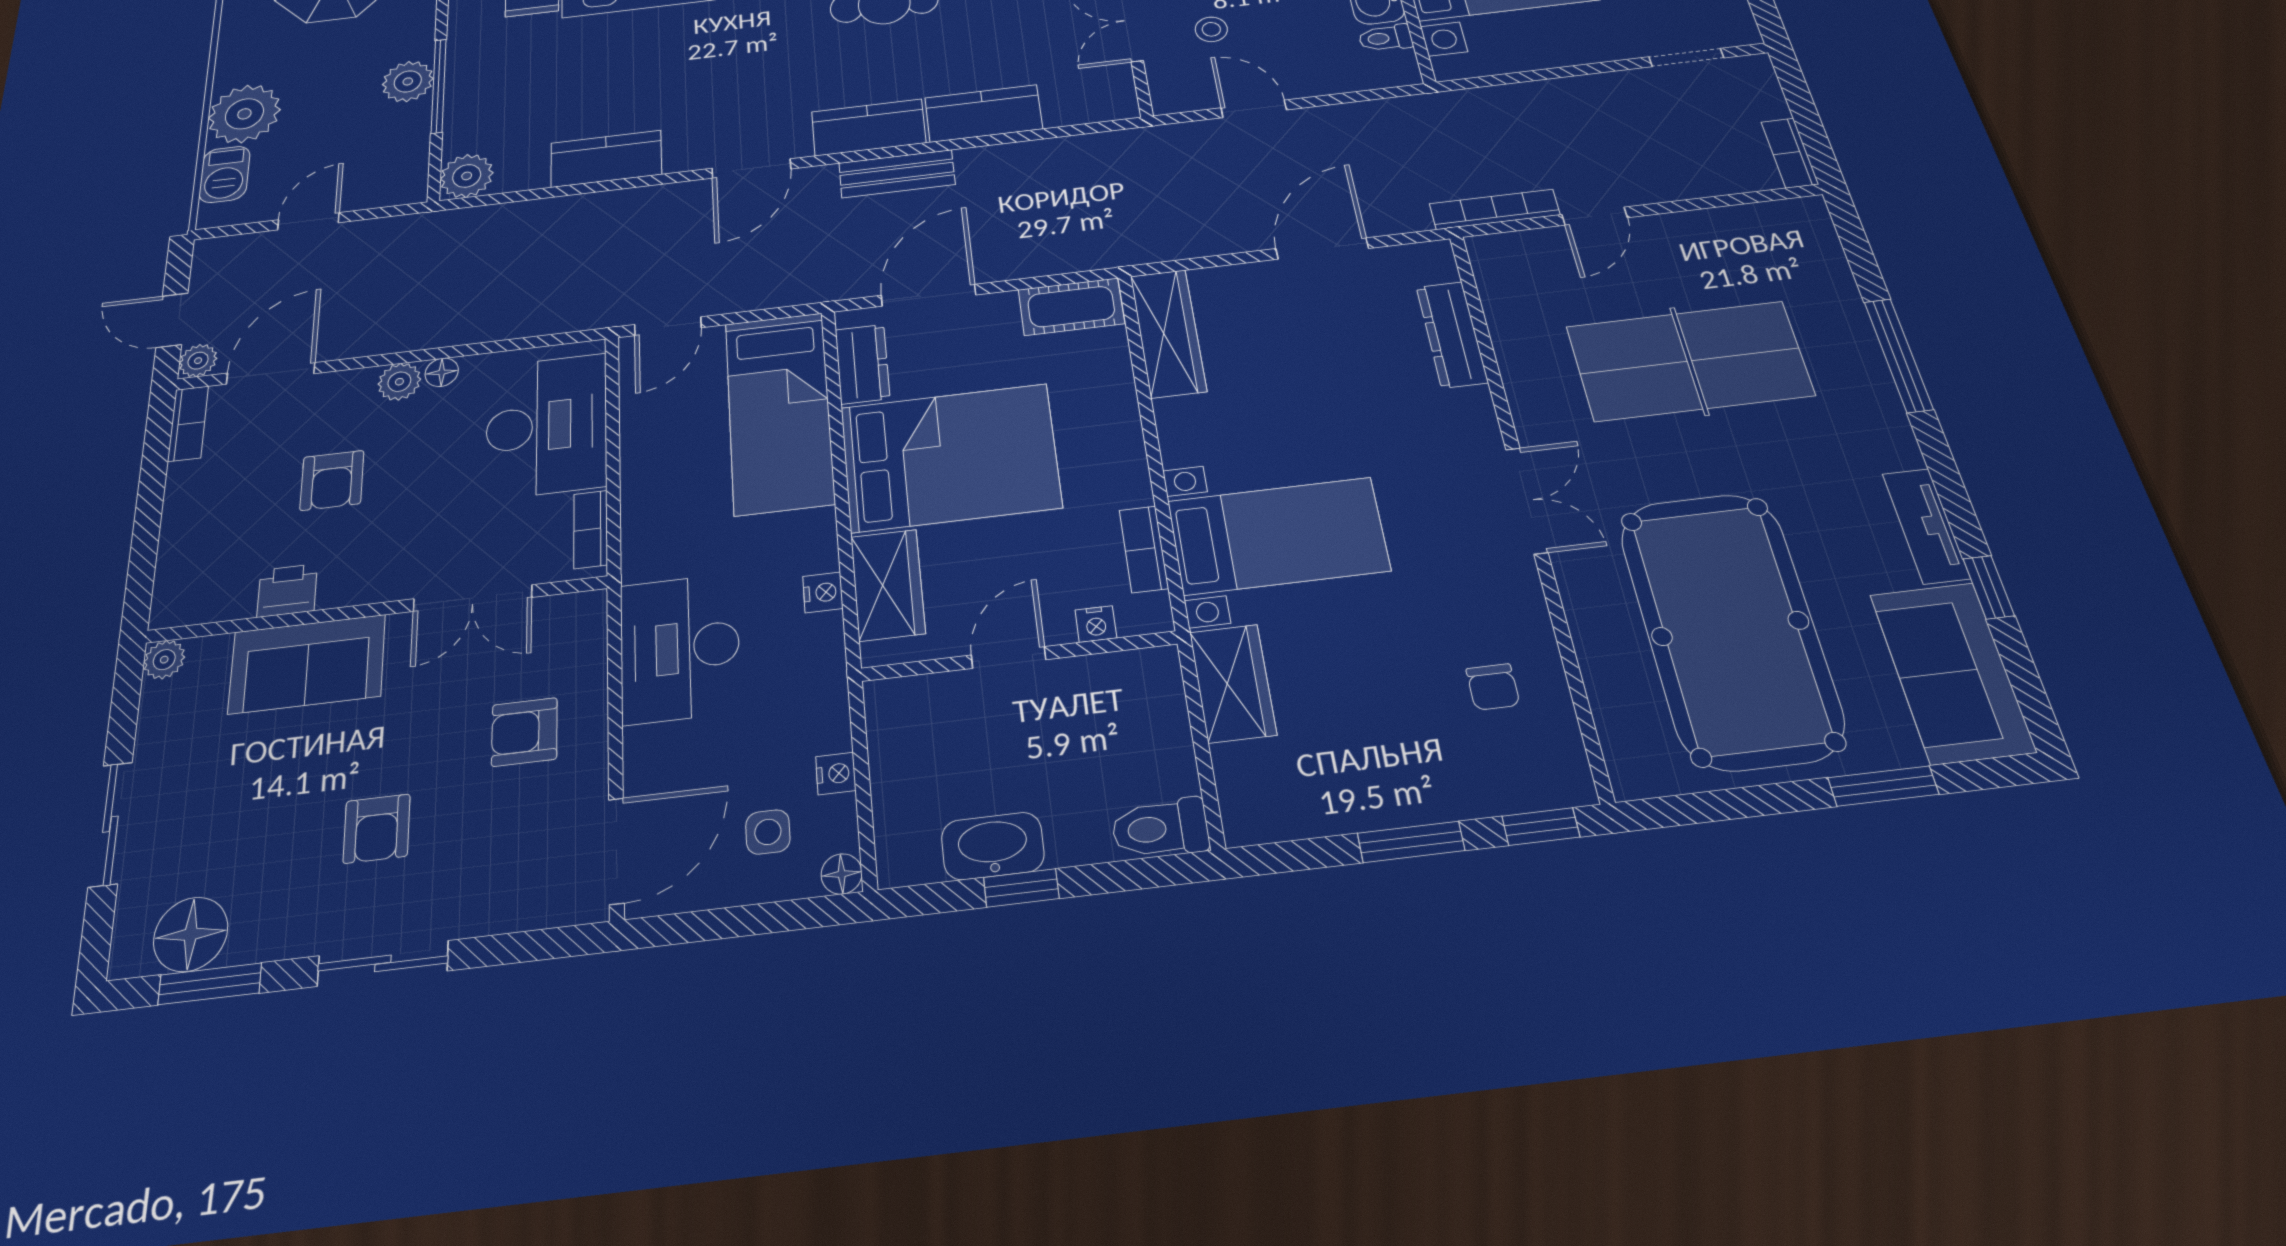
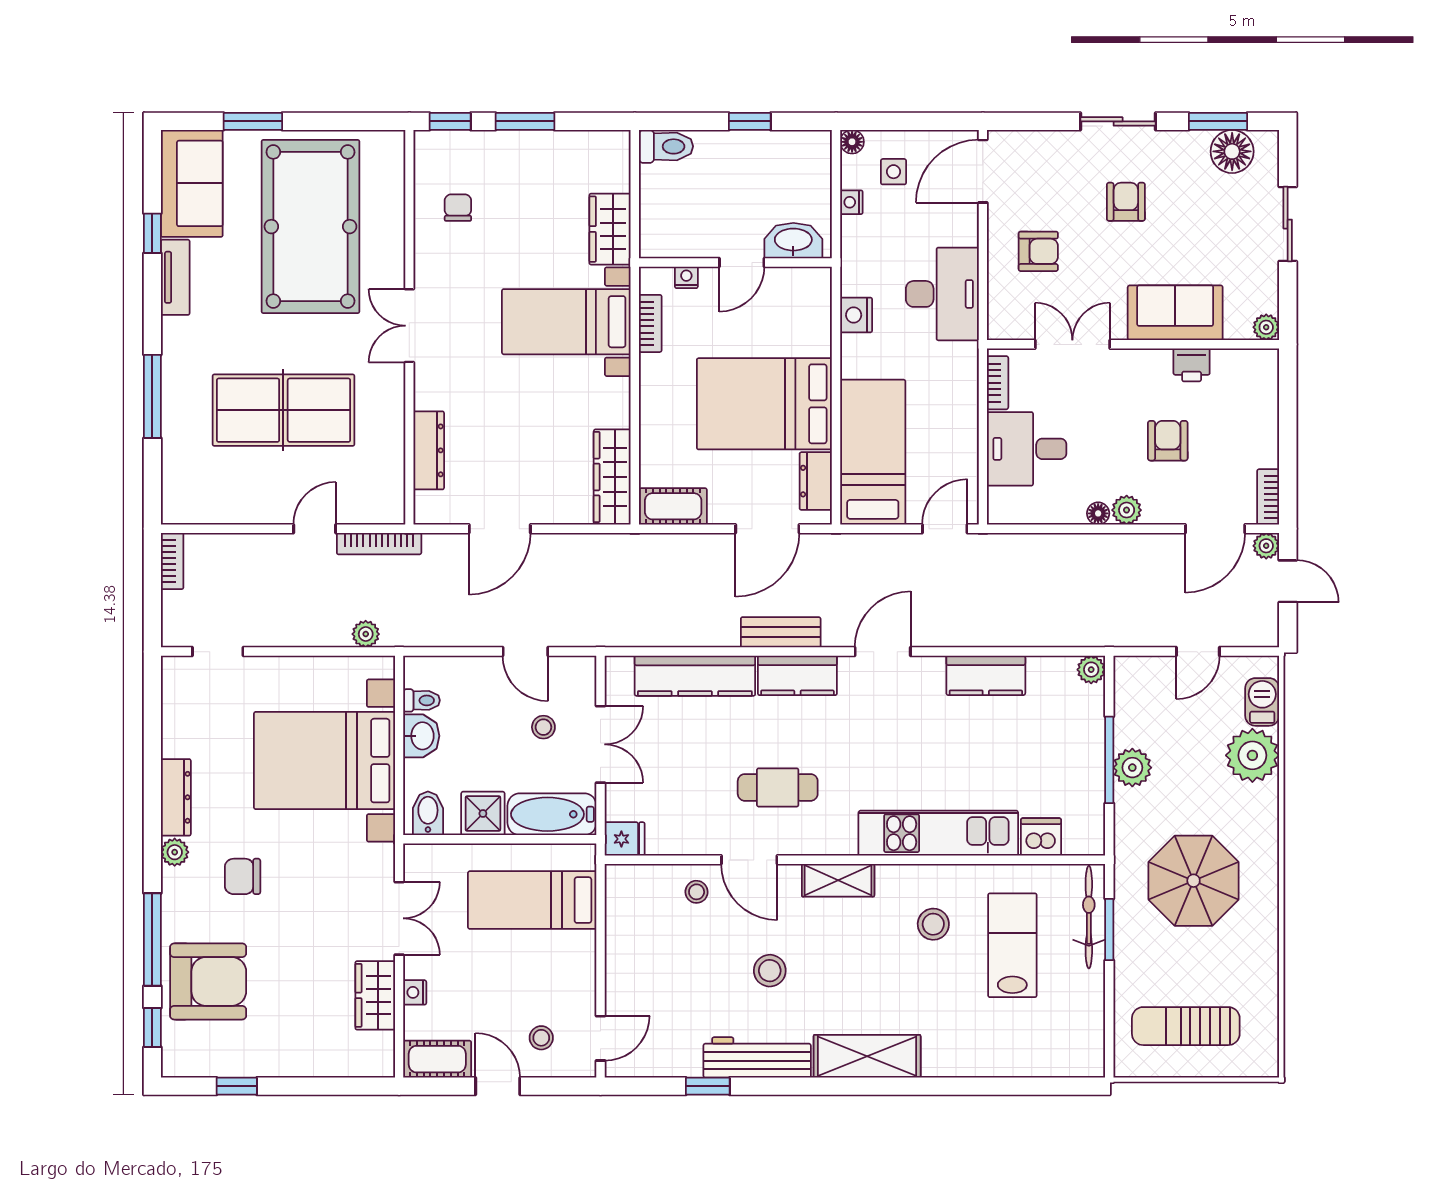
plant: (1484, 102) -> (366, 634), added
kitchen counter: (984, 113) -> (695, 676), width x1.50
plant: (467, 176) -> (1091, 670), width x0.73, depth x0.73
desk: (547, 426) -> (1027, 449), width x0.73
wardrobe: (888, 585) -> (811, 320), removed
nightstand: (823, 592) -> (856, 315), width x1.39, depth x1.35
washbasin: (993, 846) -> (793, 241), moved, turned 180

